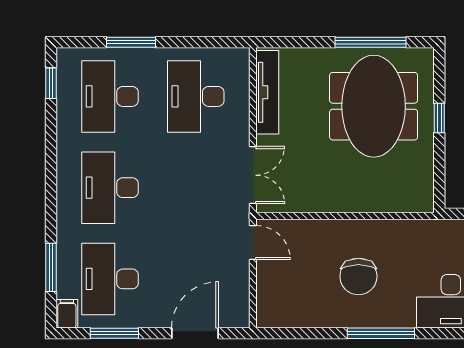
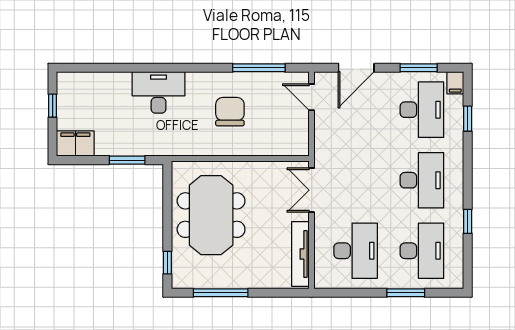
window: (51, 83) -> (468, 221), moved
meeting table: (374, 106) -> (211, 215), moved
window: (439, 118) -> (167, 263), moved
door: (253, 242) -> (312, 97), moved
window: (51, 267) -> (468, 119), width x0.67
window: (381, 333) -> (259, 68), moved

